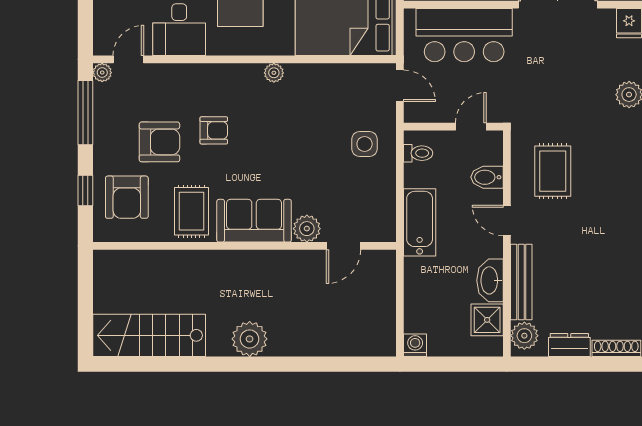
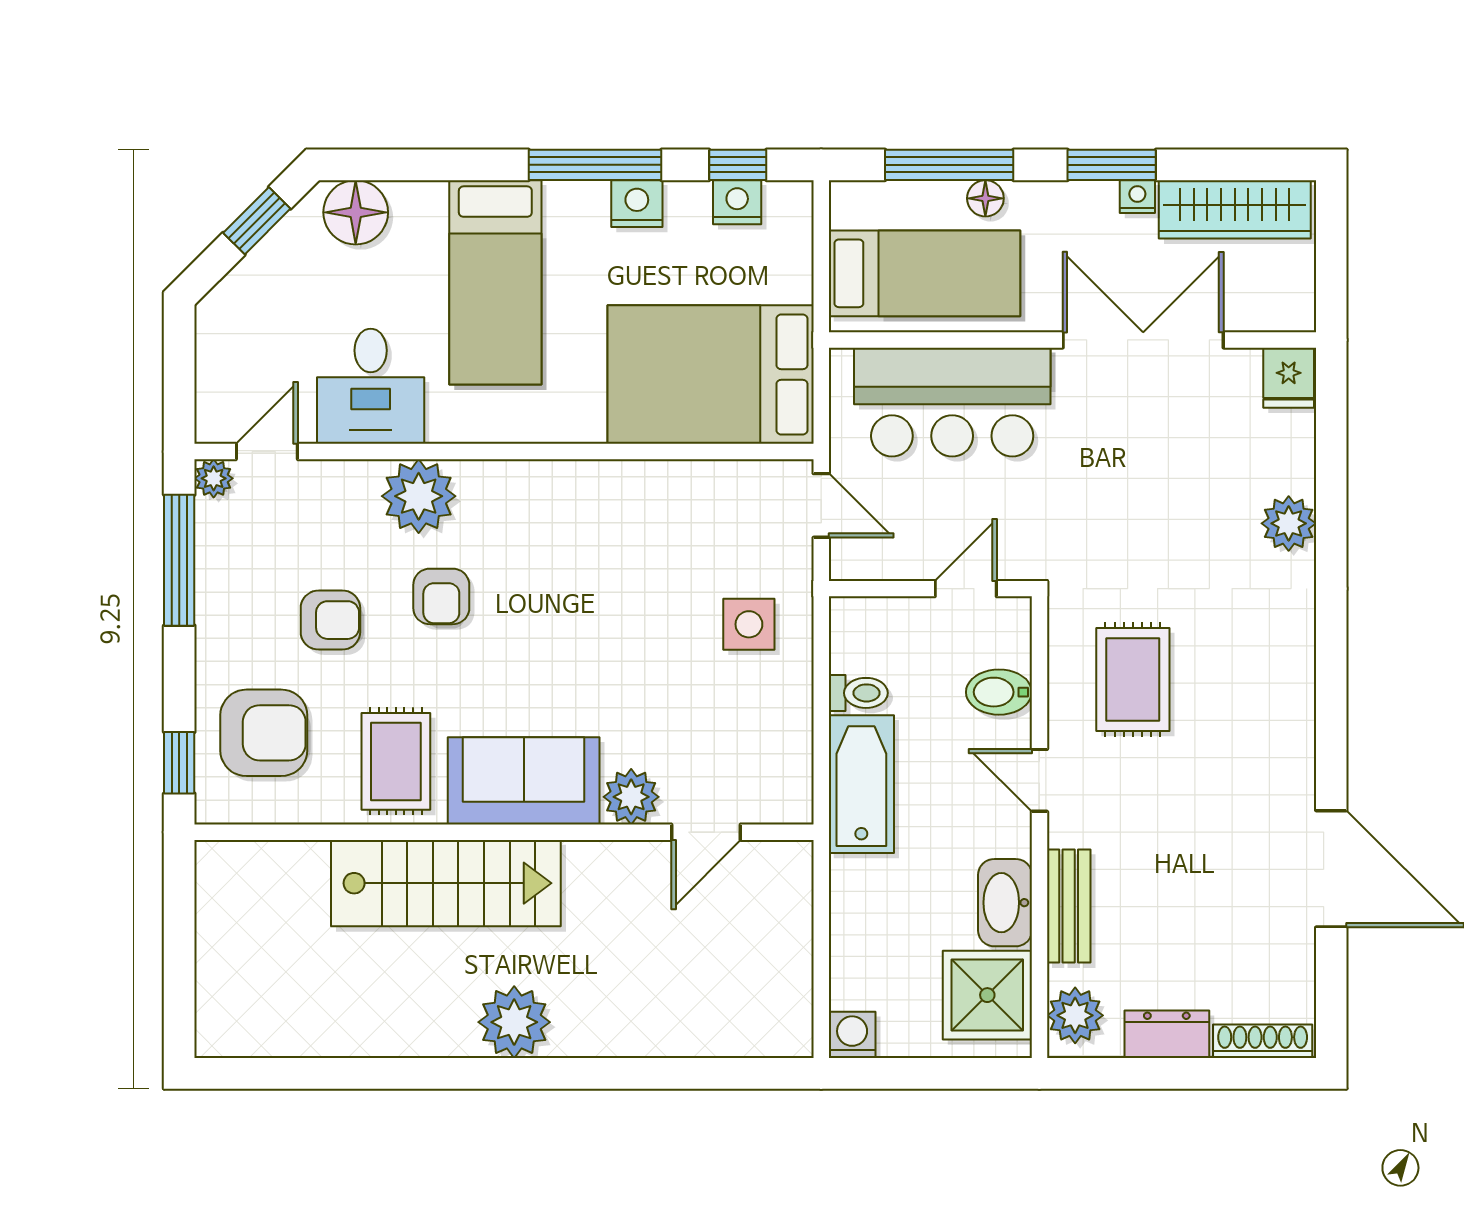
plant: (274, 73) -> (419, 496), moved, width x1.88, depth x1.88
armchair: (214, 130) -> (441, 596), turned 90
armchair: (159, 142) -> (330, 620), width x0.72, depth x0.72
toilet: (418, 153) -> (858, 693), moved
window: (85, 191) -> (179, 763), moved
armchair: (127, 197) -> (264, 733), turned -90
bench: (521, 282) -> (1069, 906), width x0.73
shower: (487, 320) -> (987, 995), width x1.36, depth x1.36
stairs: (149, 335) -> (446, 883), moved, turned 180

